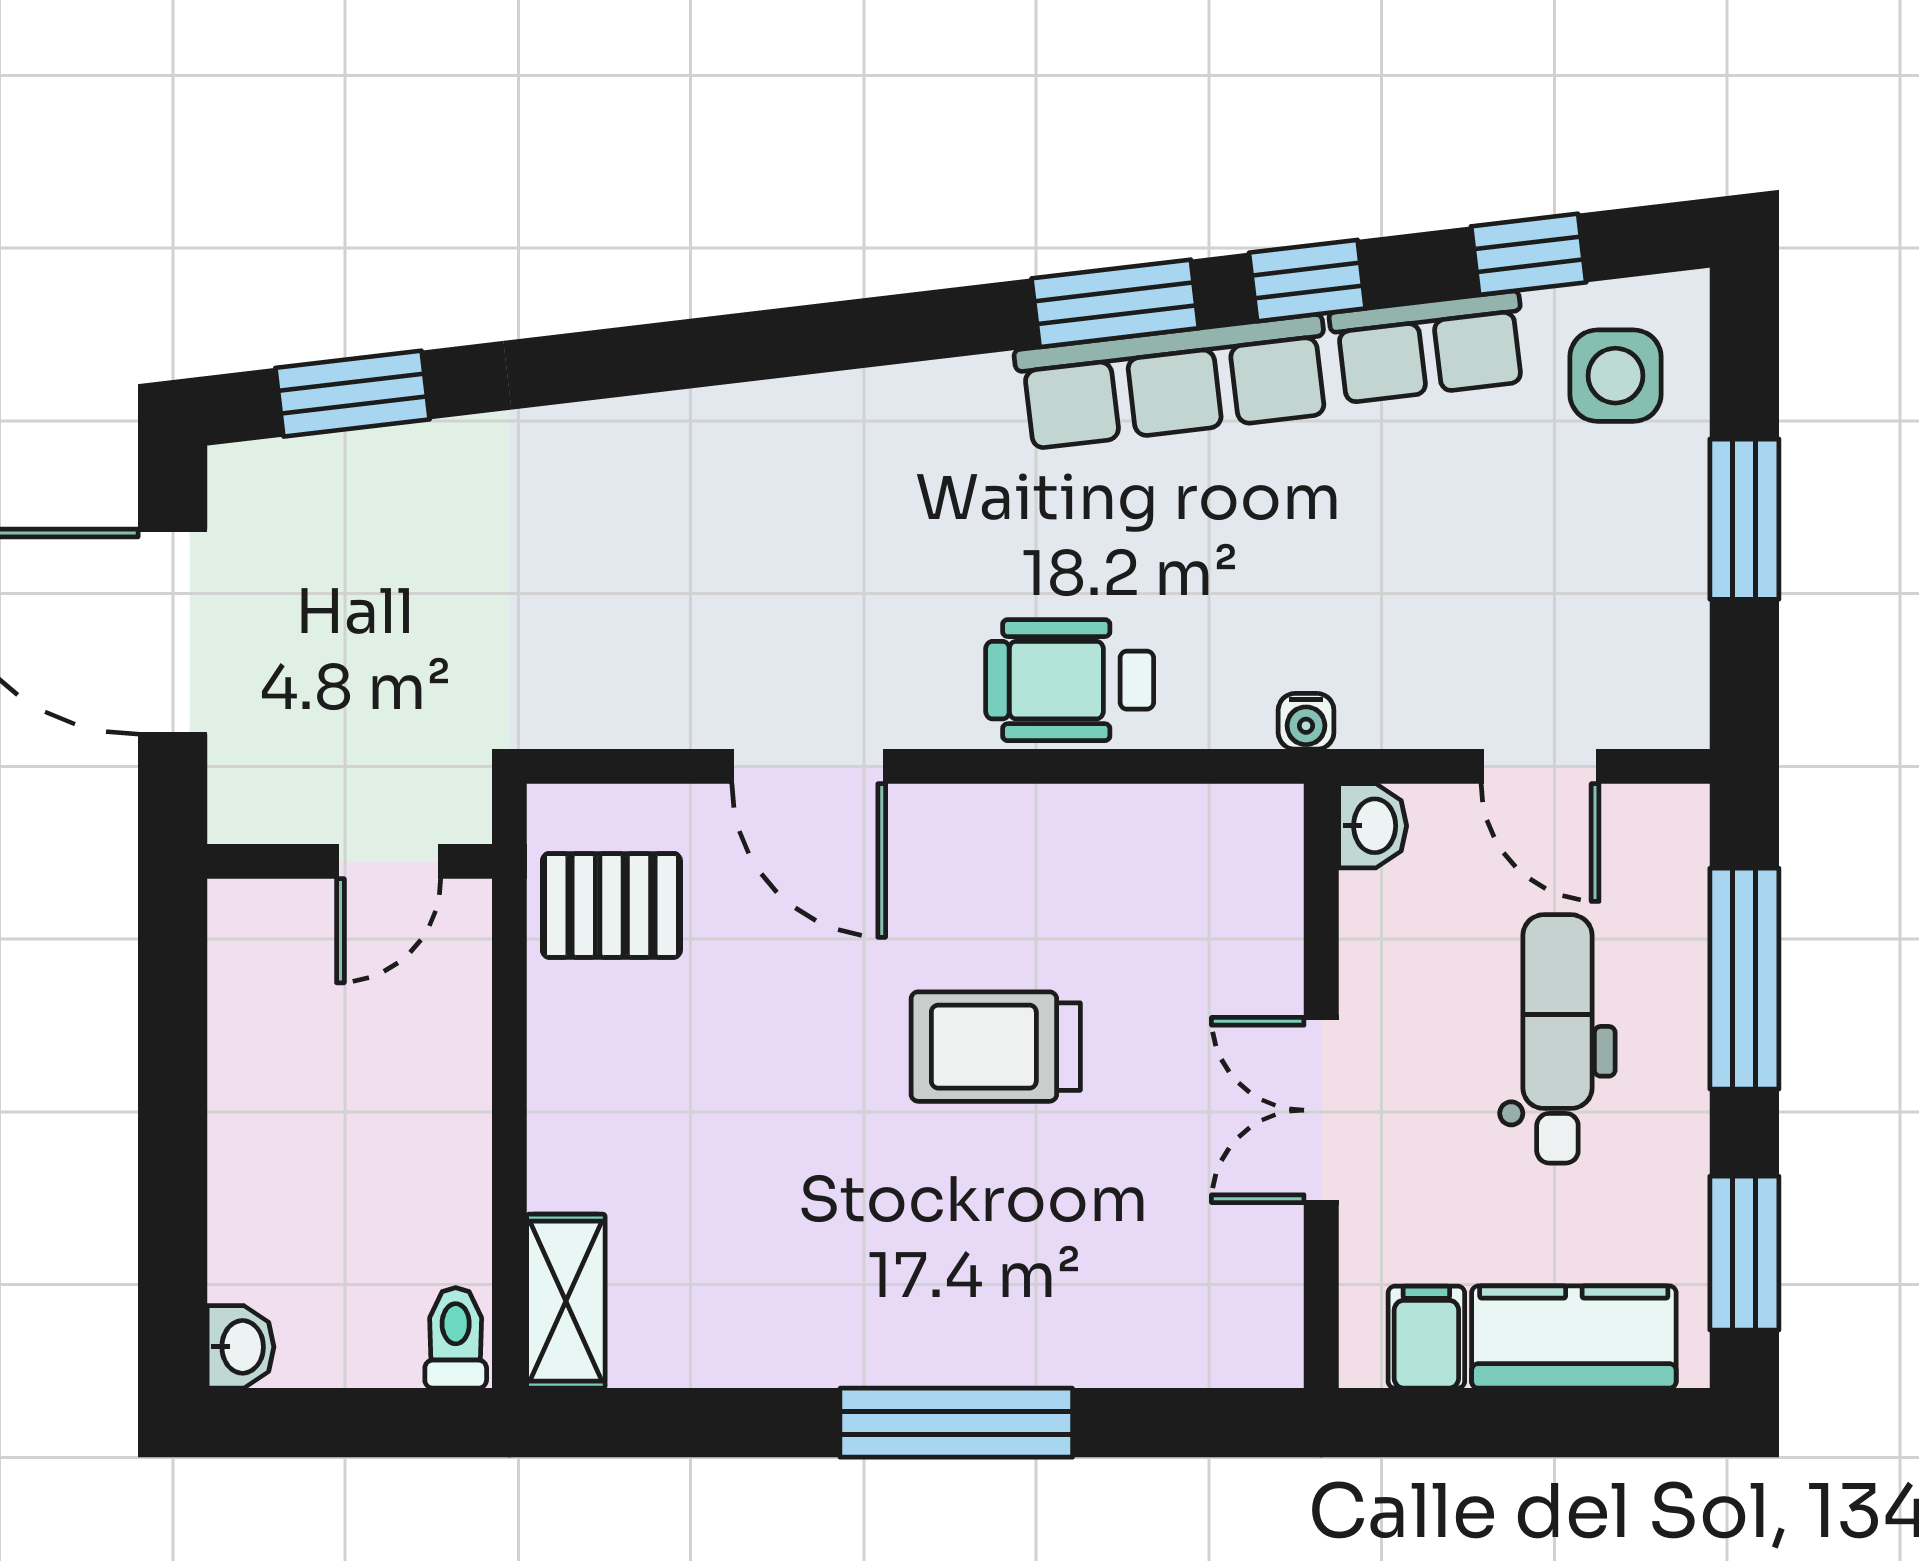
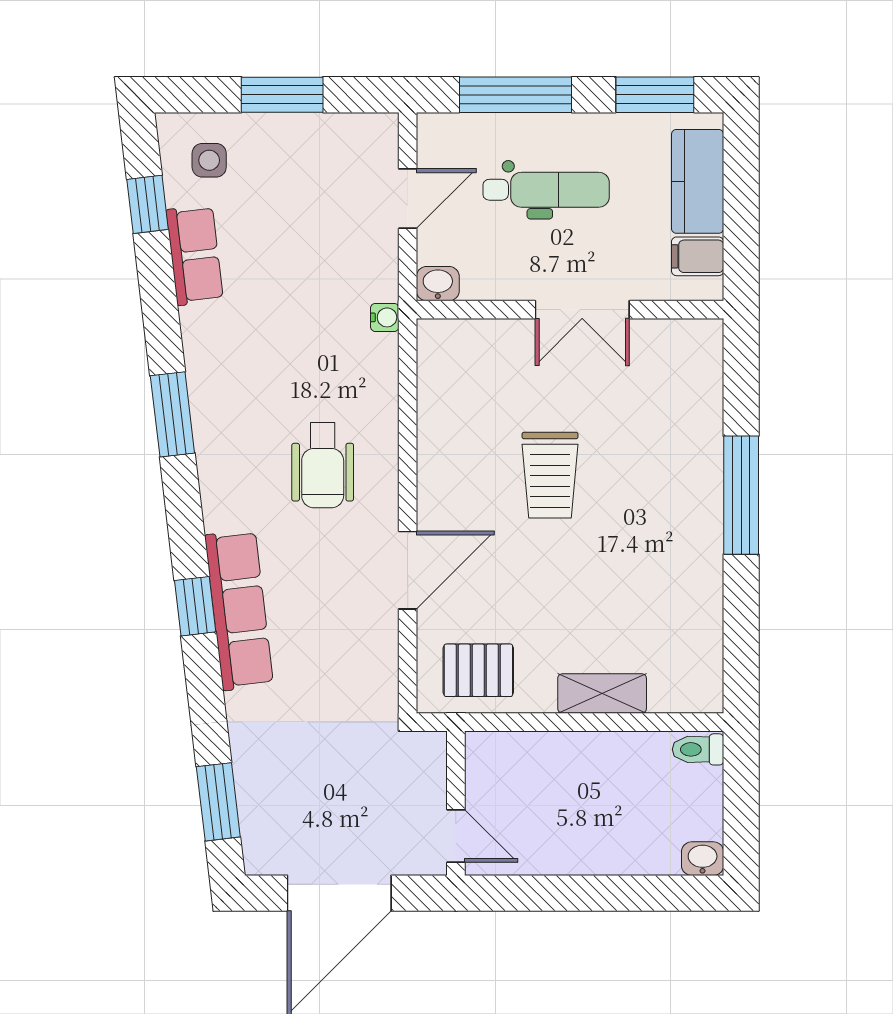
window: (1307, 281) -> (195, 606), moved
side table: (1615, 376) -> (209, 160), width x0.73, depth x0.73
row of seats: (1173, 382) -> (239, 610), moved
wheelchair: (1070, 680) -> (323, 465), moved
door: (389, 861) -> (456, 836), moved
pallet: (611, 905) -> (478, 670), turned 90
dental chair: (1557, 1039) -> (546, 190), turned 180
shelving: (566, 1301) -> (602, 693), moved

